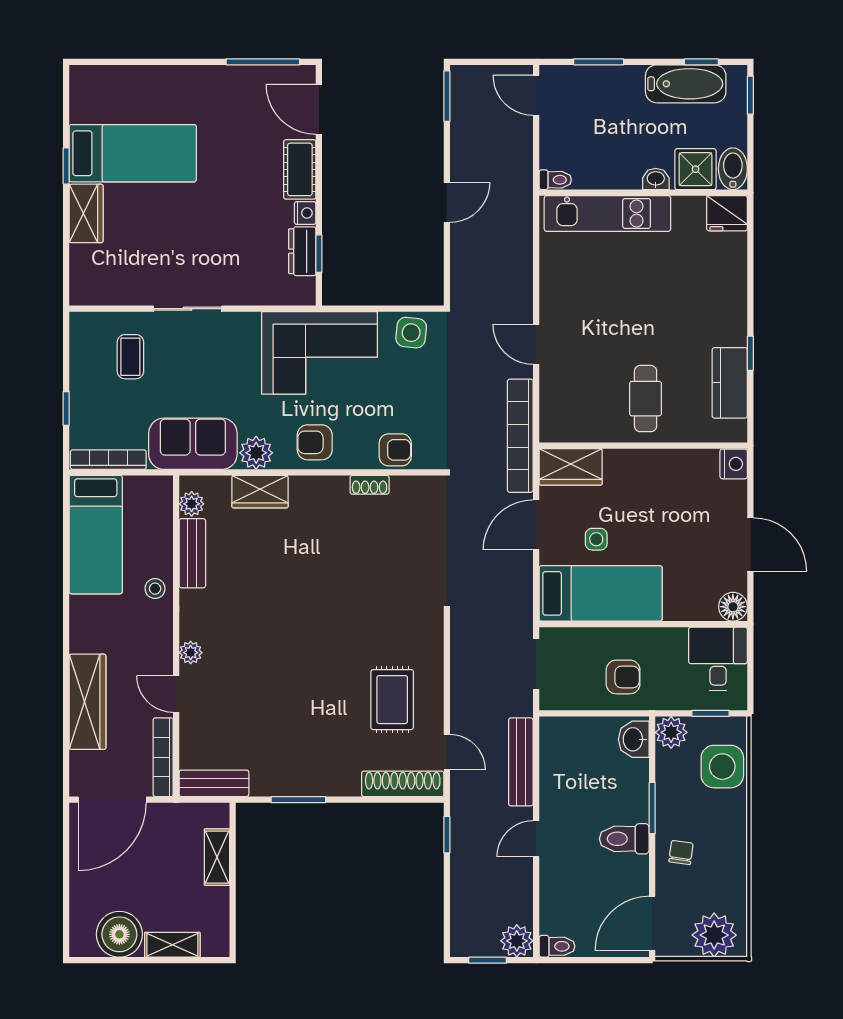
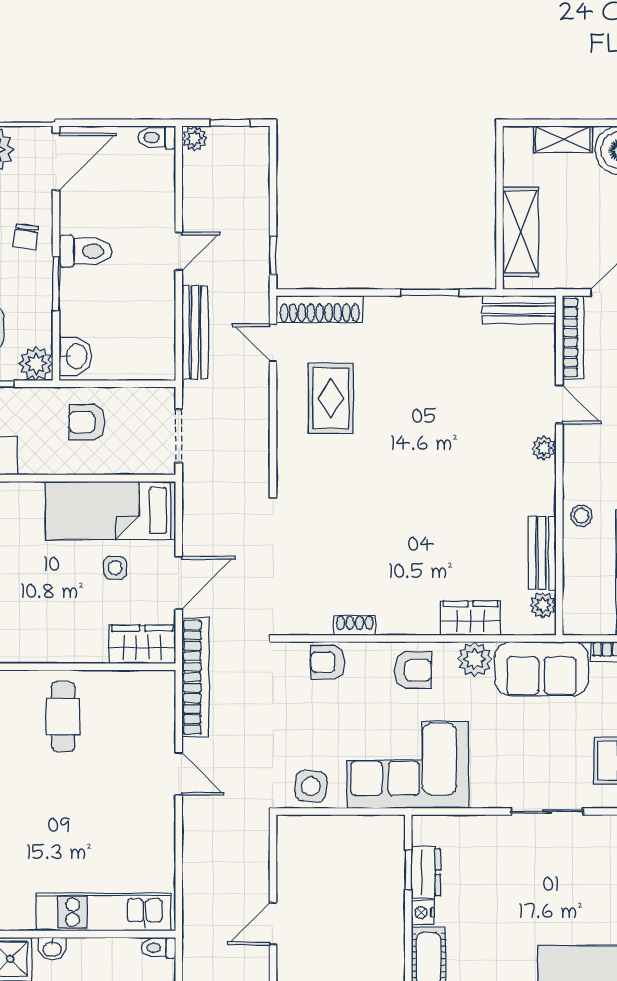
shelving: (217, 857) -> (521, 232), width x1.50, depth x1.33
plant: (517, 941) -> (194, 138), width x0.73, depth x0.73

